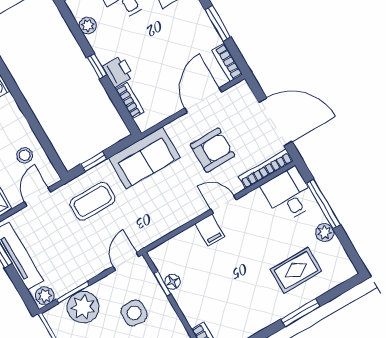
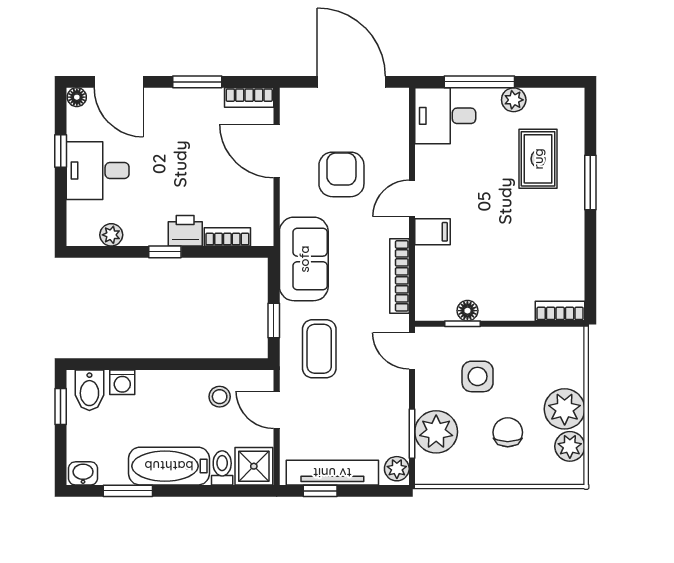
door: (275, 122) -> (351, 82), hinge flipped
bookcase: (266, 169) -> (400, 276), moved

